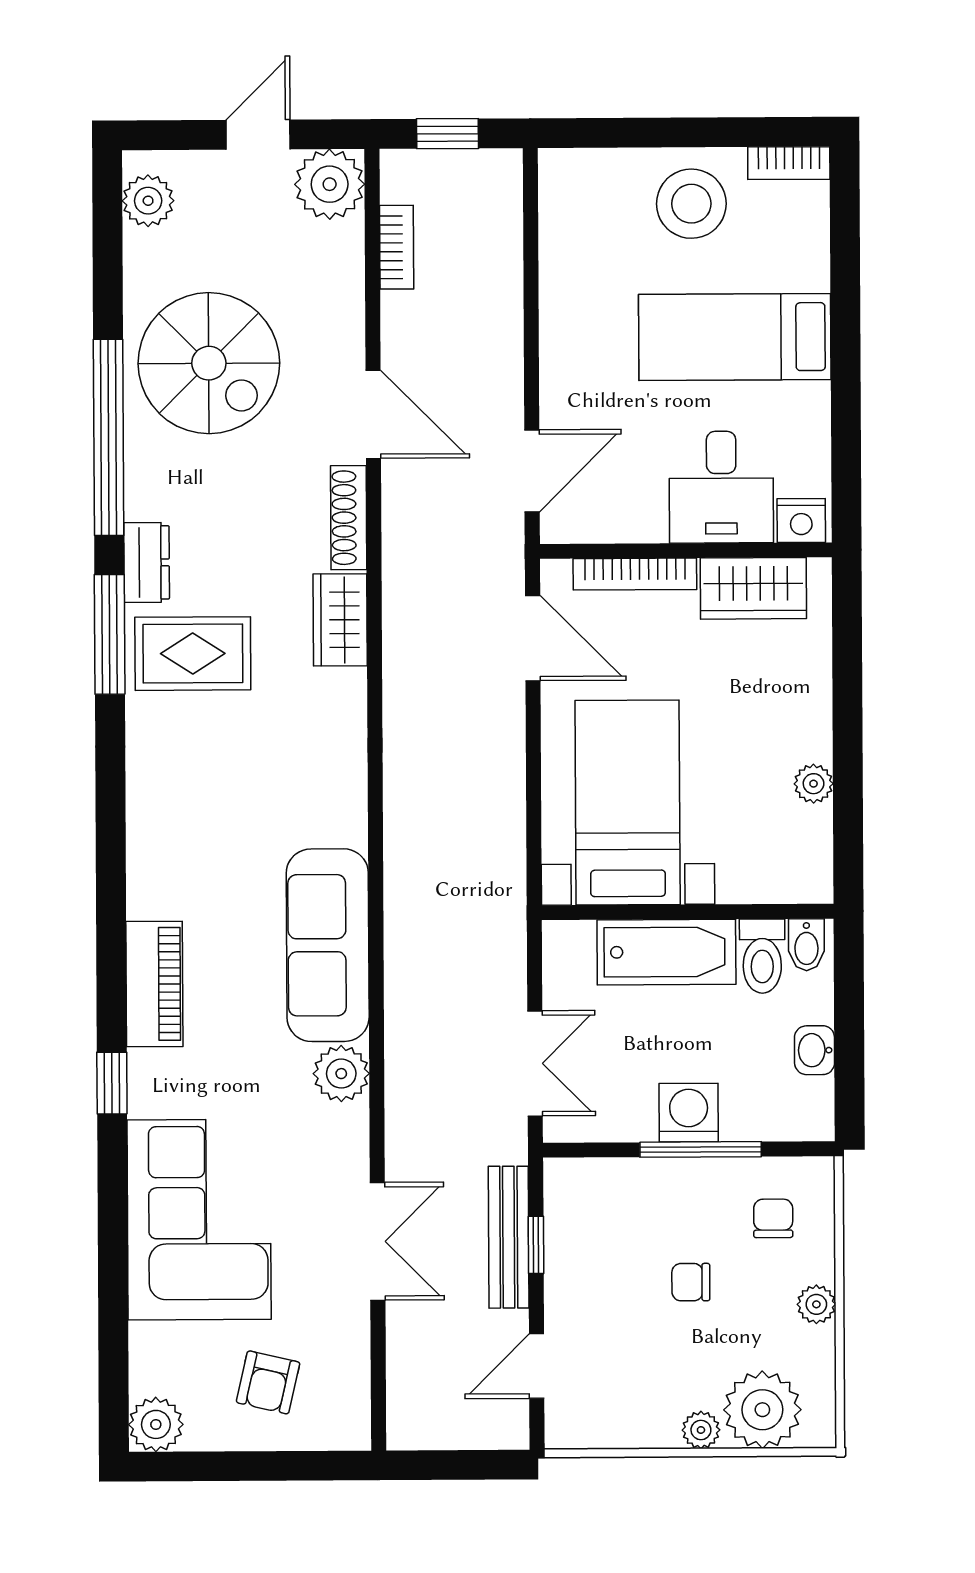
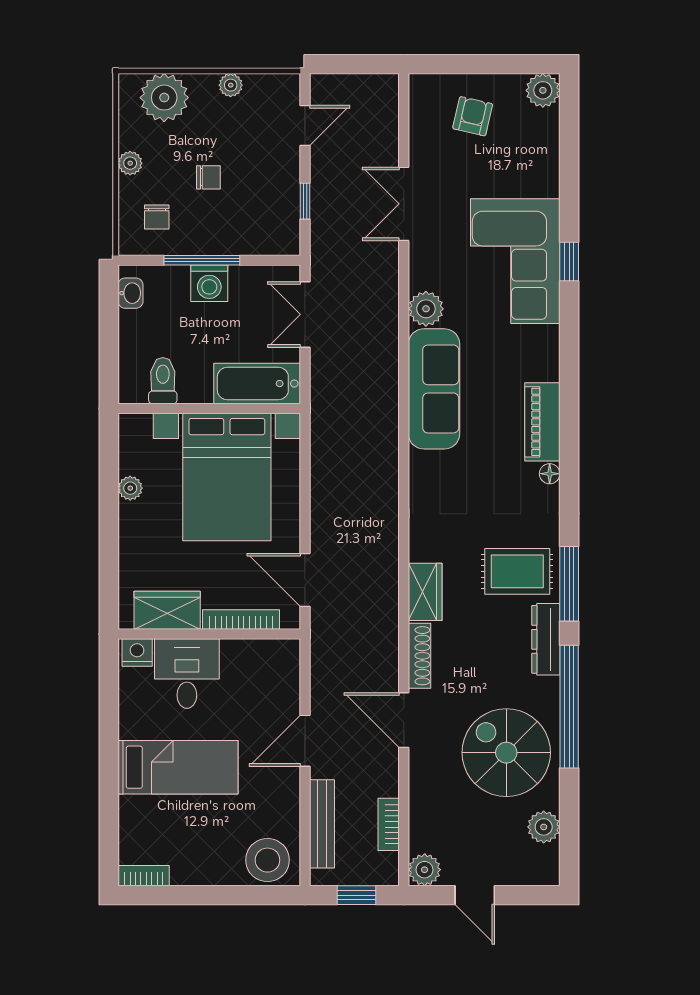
door: (258, 135) -> (475, 895), hinge flipped
plant: (330, 184) -> (425, 870), width x0.73, depth x0.73
plant: (148, 201) -> (544, 827), moved
stool: (691, 204) -> (267, 860), moved
door: (532, 471) -> (305, 741), moved
dresser: (147, 562) -> (546, 639), width x1.44
bed with nightstands: (628, 802) -> (227, 477), width x1.36
floor lamp: (142, 810) -> (550, 474), added
bidet: (806, 945) -> (135, 388), removed
bathtub: (666, 952) -> (257, 384), moved
piano: (154, 984) -> (542, 422), moved
washbasin: (815, 1050) -> (130, 293), moved
window: (112, 1083) -> (569, 261), moved
corner sofa: (199, 1220) -> (515, 261), moved
bench: (509, 1237) -> (322, 824), moved
plant: (701, 1430) -> (231, 85), moved

